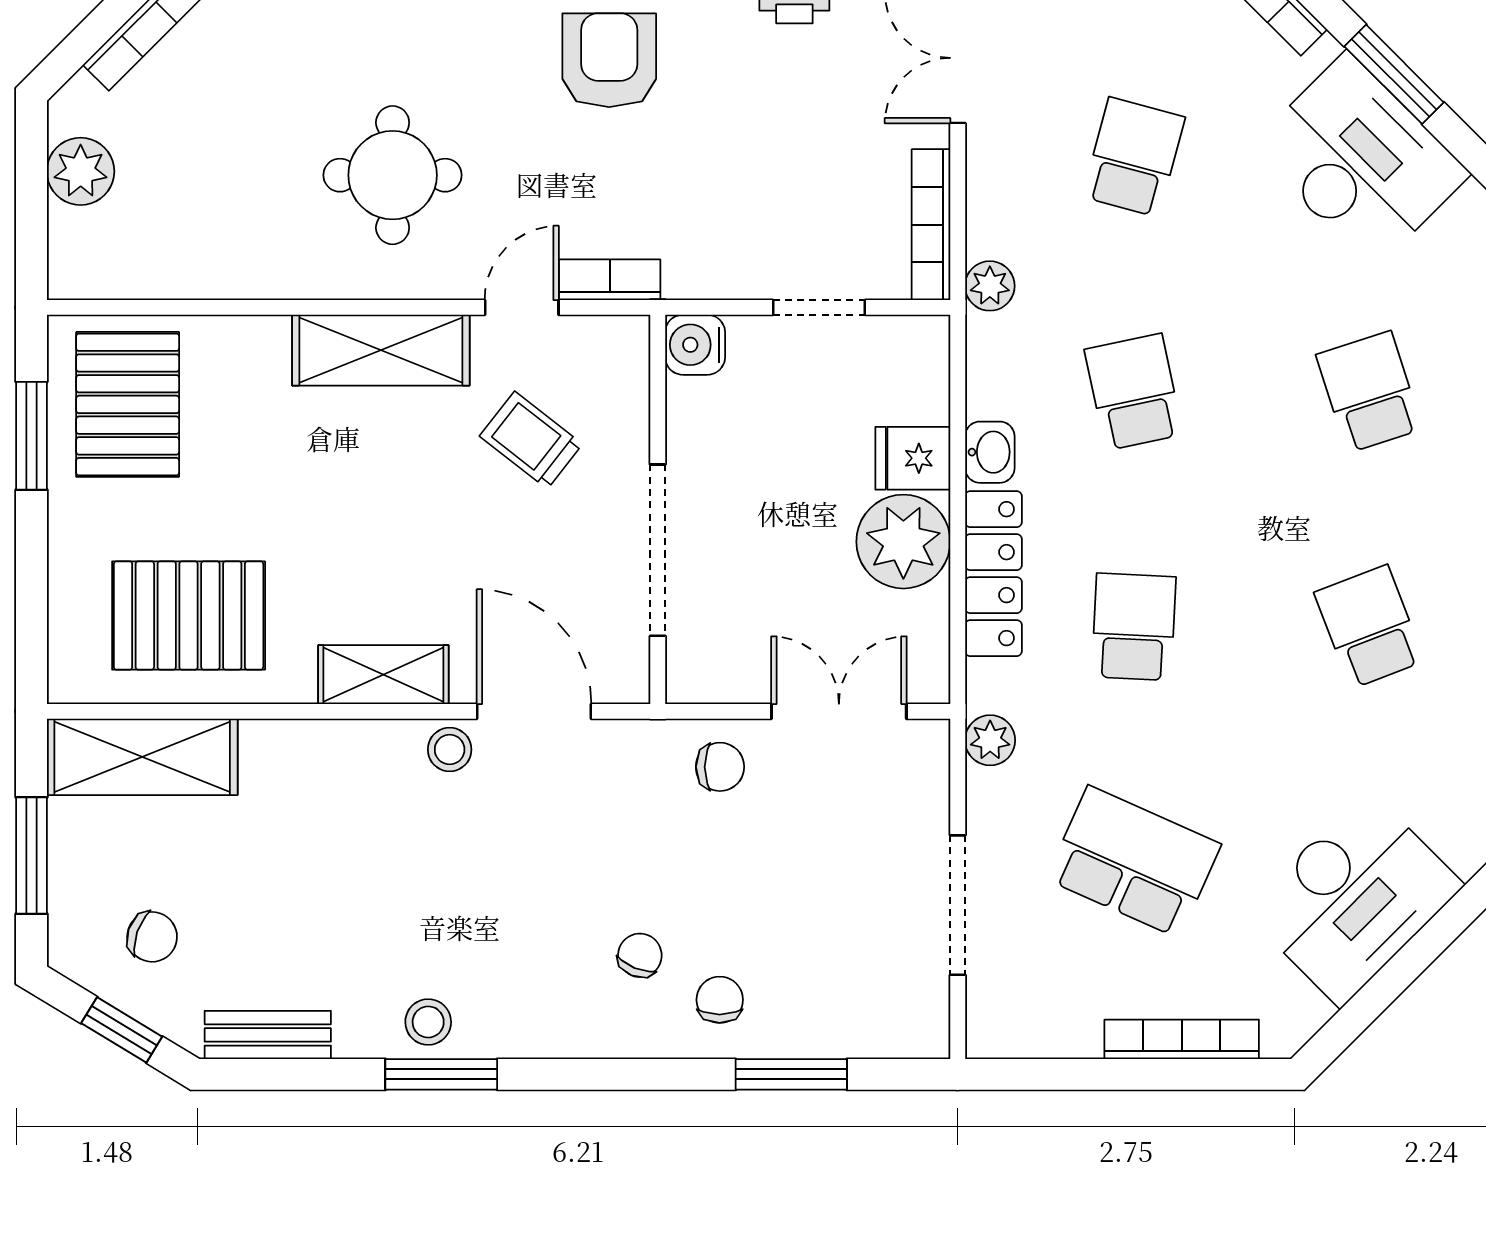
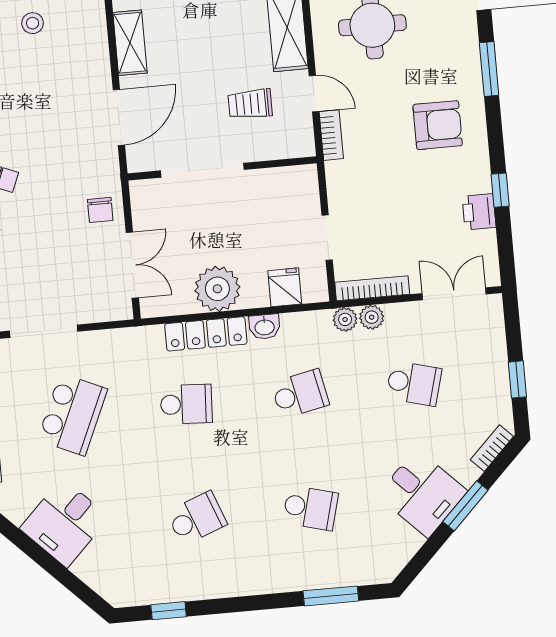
desk: (1360, 161) -> (422, 493), width x0.73
water cooler: (695, 345) -> (304, 179), removed
school desk: (1369, 392) -> (310, 508), turned 33
trolley: (531, 440) -> (250, 104), turned -128
fridge: (913, 458) -> (285, 287), moved
plant: (990, 740) -> (372, 317), moved
stool: (450, 750) -> (33, 23), moved
desk: (1354, 898) -> (64, 523), width x0.73

